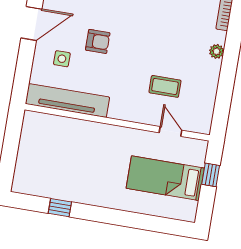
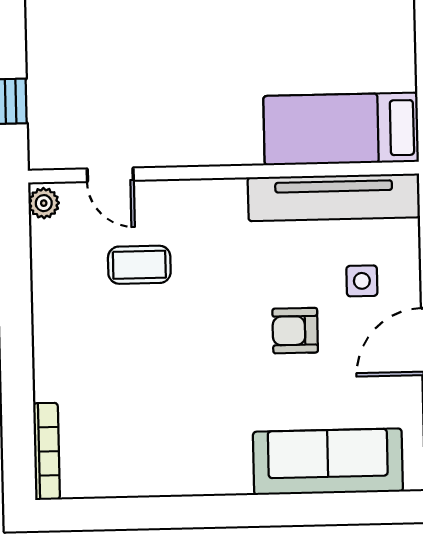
plant: (217, 51) -> (44, 203), moved
bed: (165, 178) -> (341, 129), moved, turned 180

